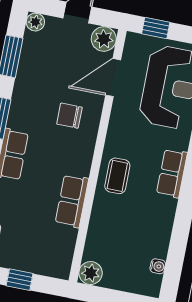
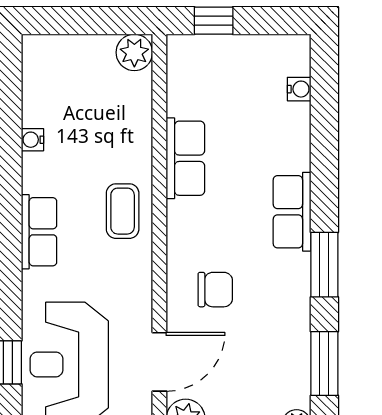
water cooler: (158, 266) -> (32, 140), moved
window: (20, 280) -> (214, 21), moved

